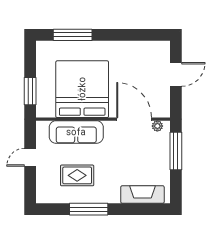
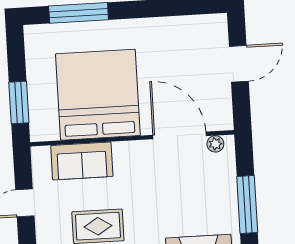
sofa: (76, 132) -> (82, 161), width x0.73
window: (176, 151) -> (247, 205), moved

